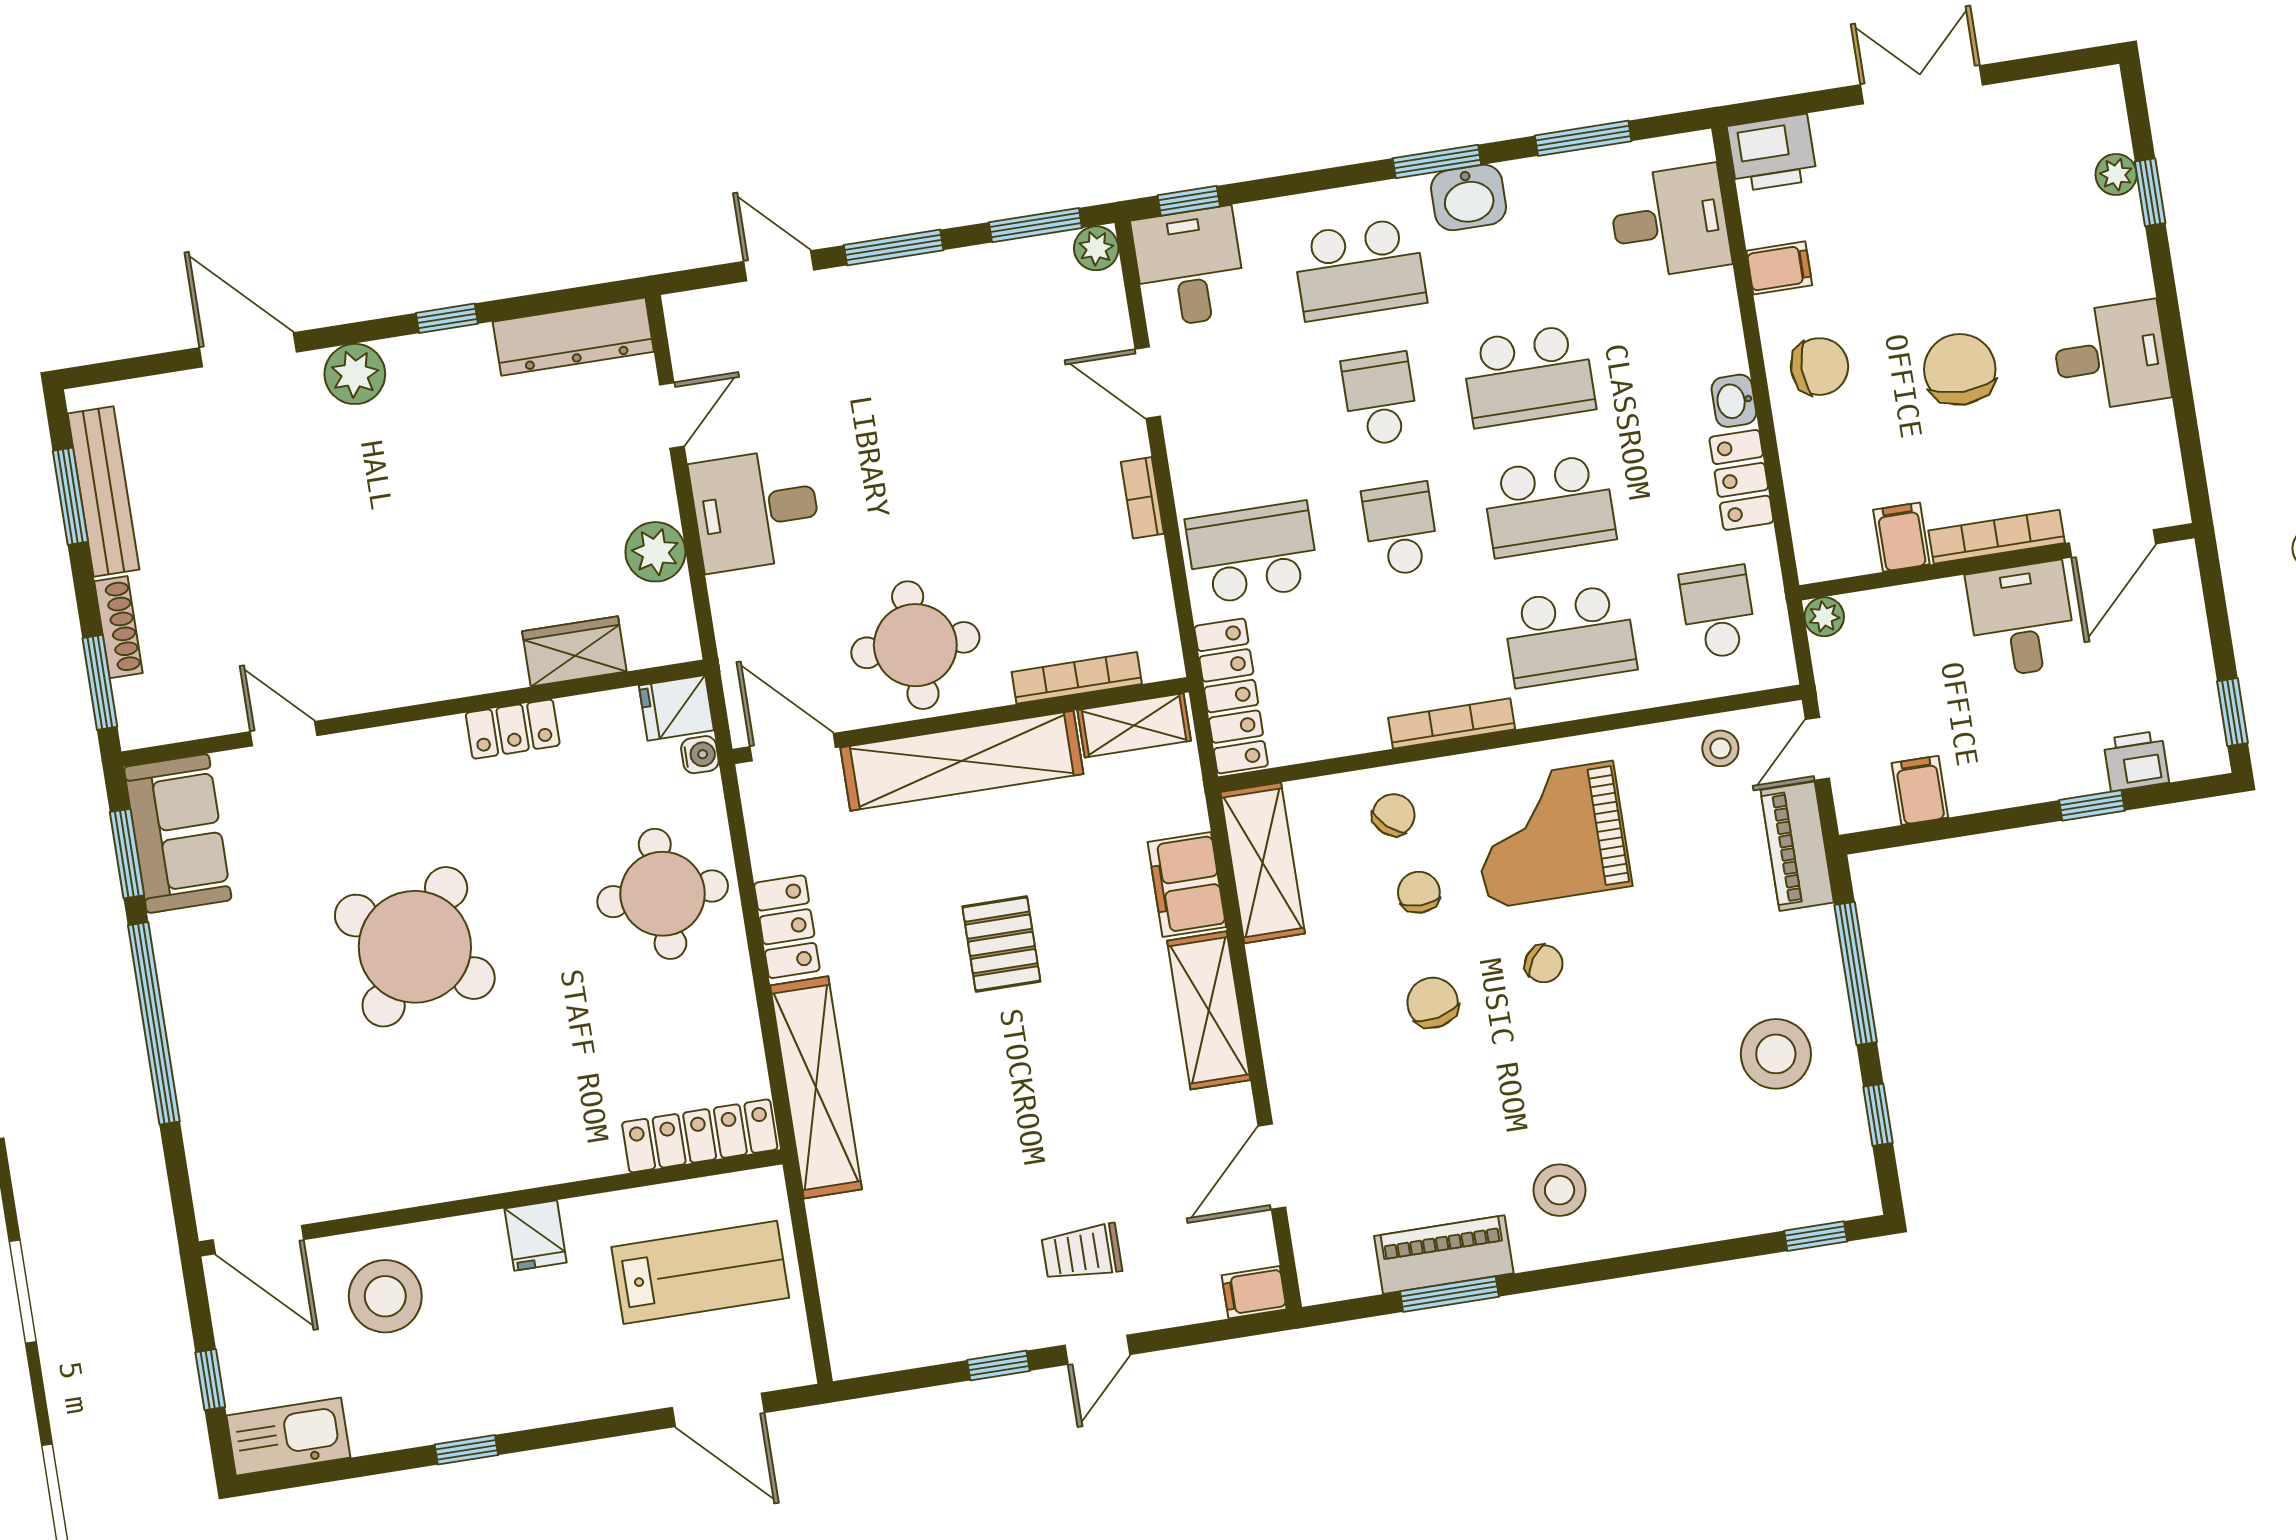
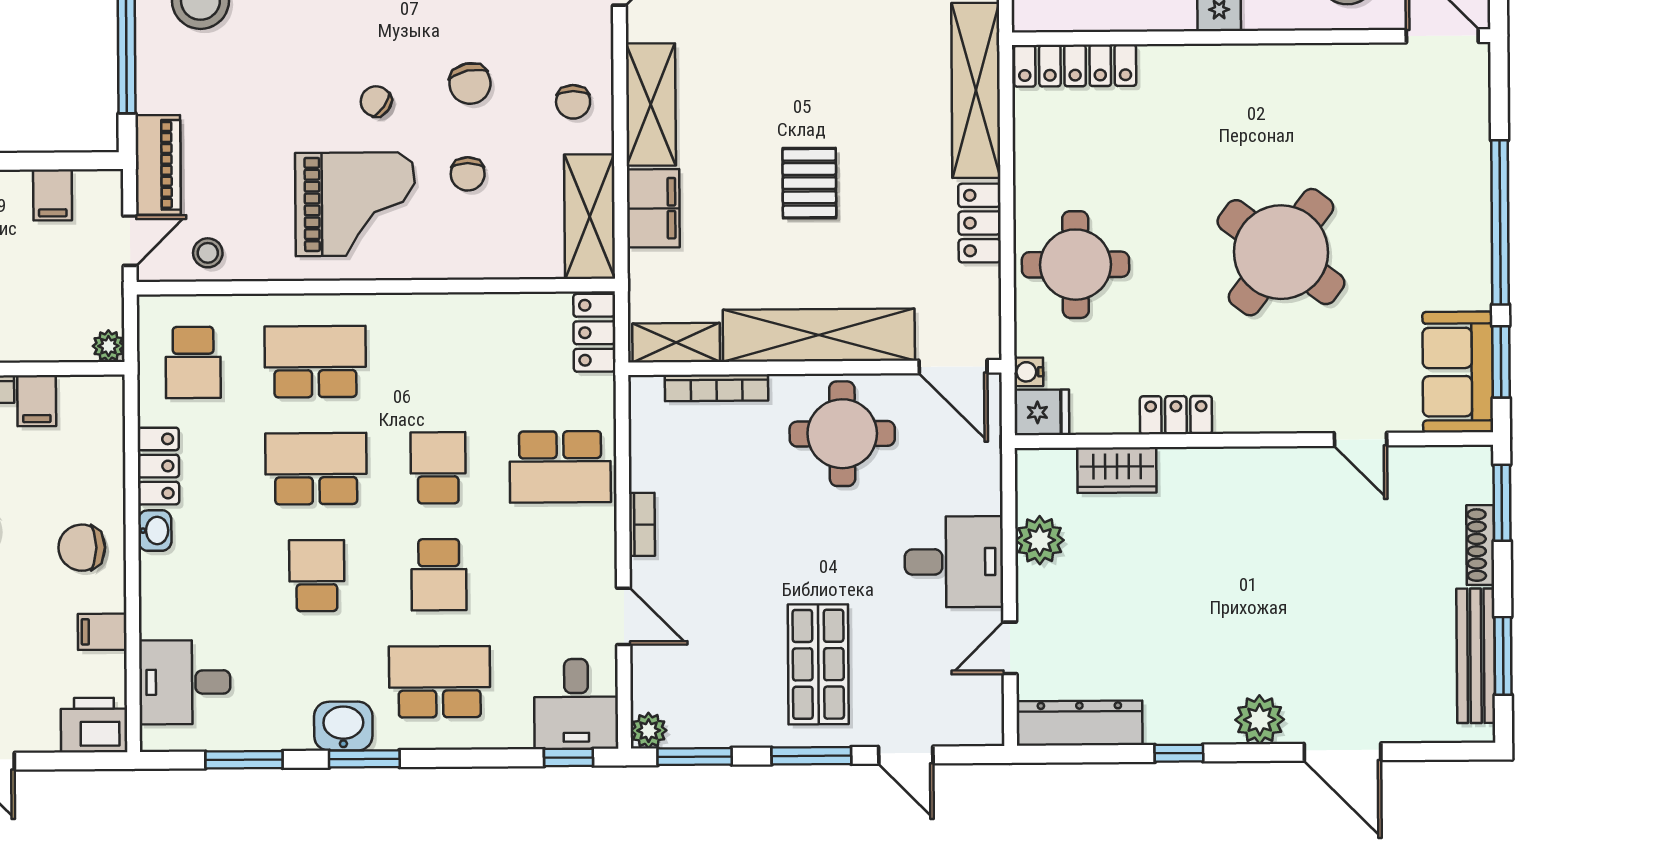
shop shelf: (902, 360) -> (818, 664), added
school desk: (1529, 376) -> (317, 576), width x0.54
school desk: (1401, 529) -> (438, 468), turned 180
locker: (1231, 696) -> (594, 333), width x0.66
bookcase: (1452, 724) -> (421, 306), removed
chair: (1394, 815) -> (573, 102), moved, turned -42

